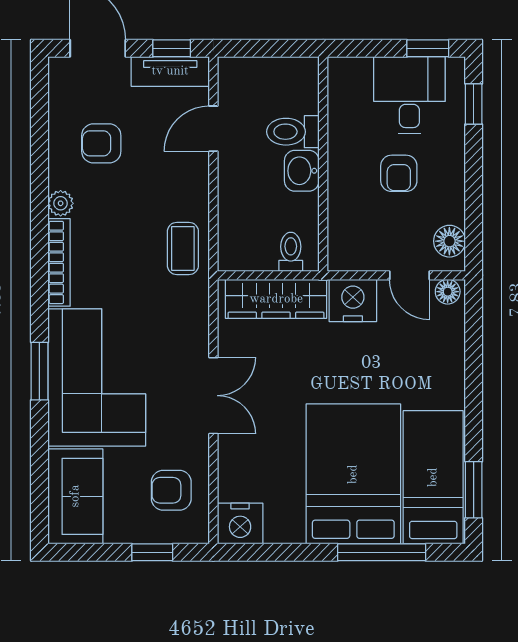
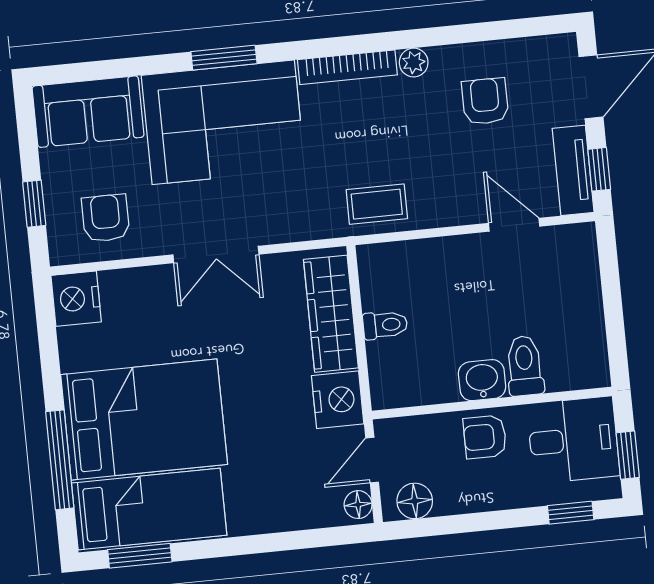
toilet: (293, 132) -> (525, 366), moved
wall: (323, 164) -> (492, 403), moved
washbasin: (302, 171) -> (482, 380), moved

